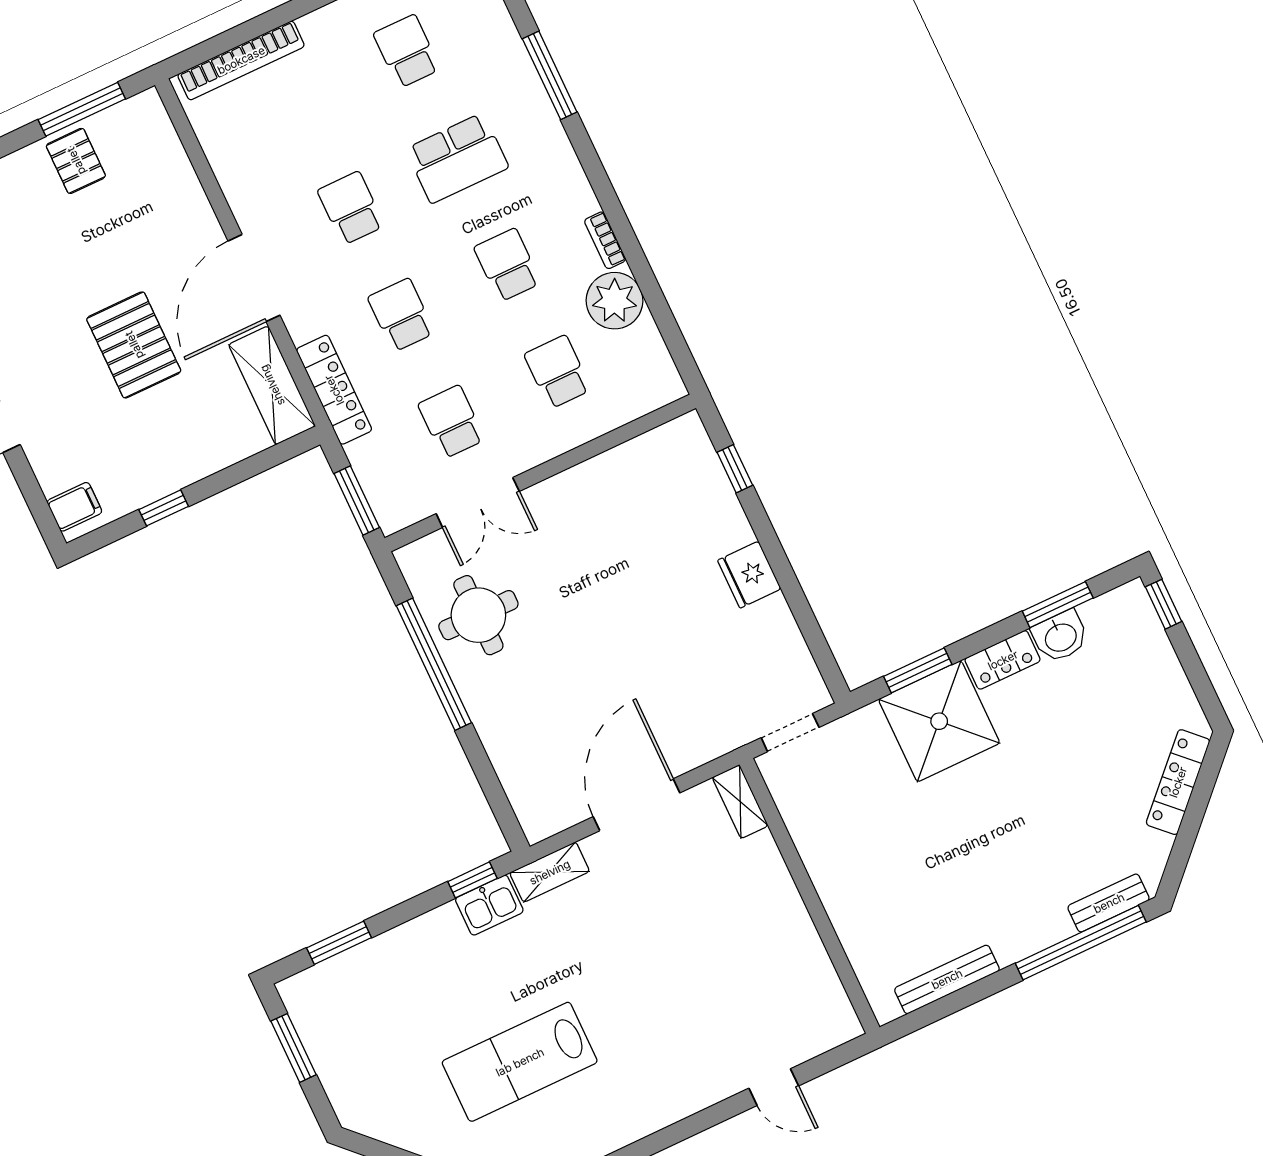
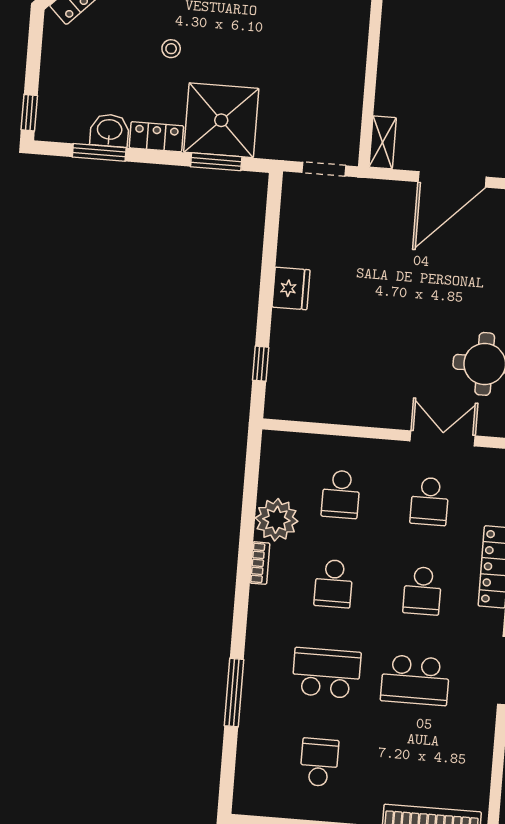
school desk: (407, 51) -> (319, 762), turned 180
school desk: (351, 208) -> (415, 680), width x1.85
stool: (1043, 770) -> (171, 49), added

